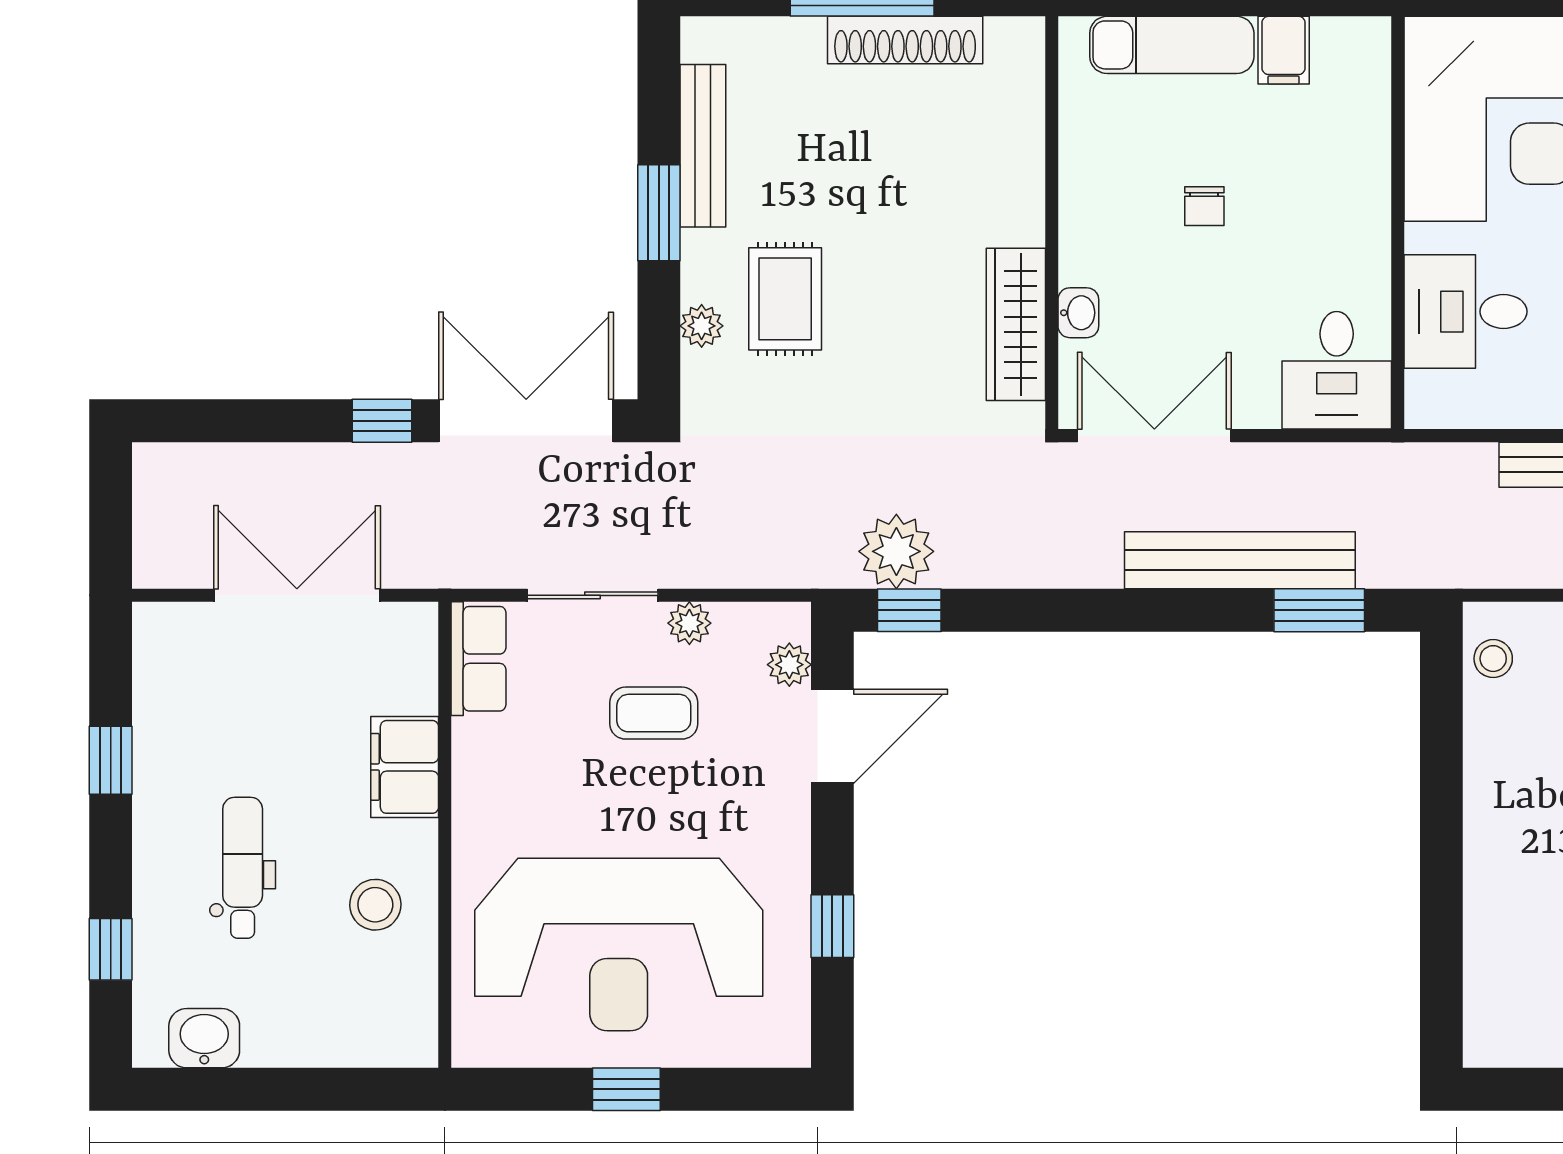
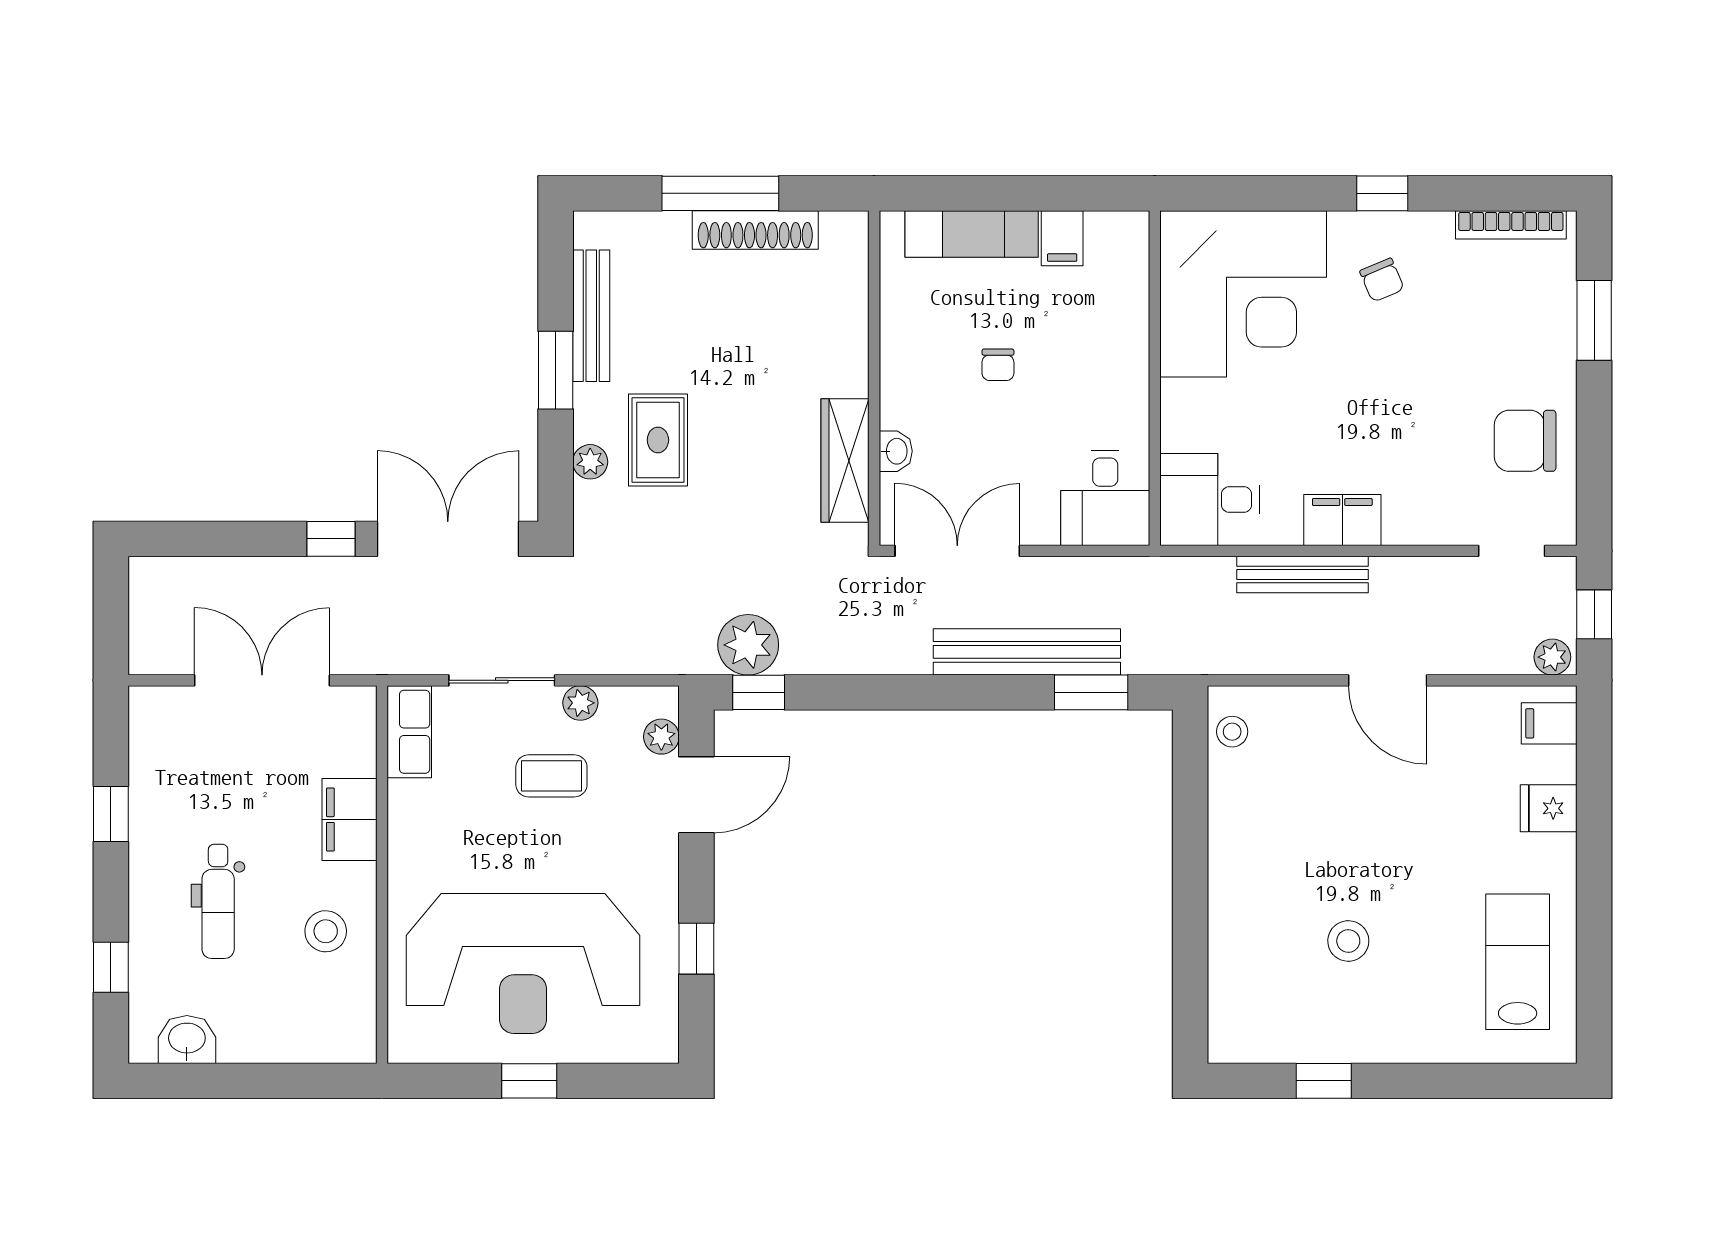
desk: (1465, 312) -> (1210, 500), moved
dental chair: (243, 868) -> (218, 901), turned 180

